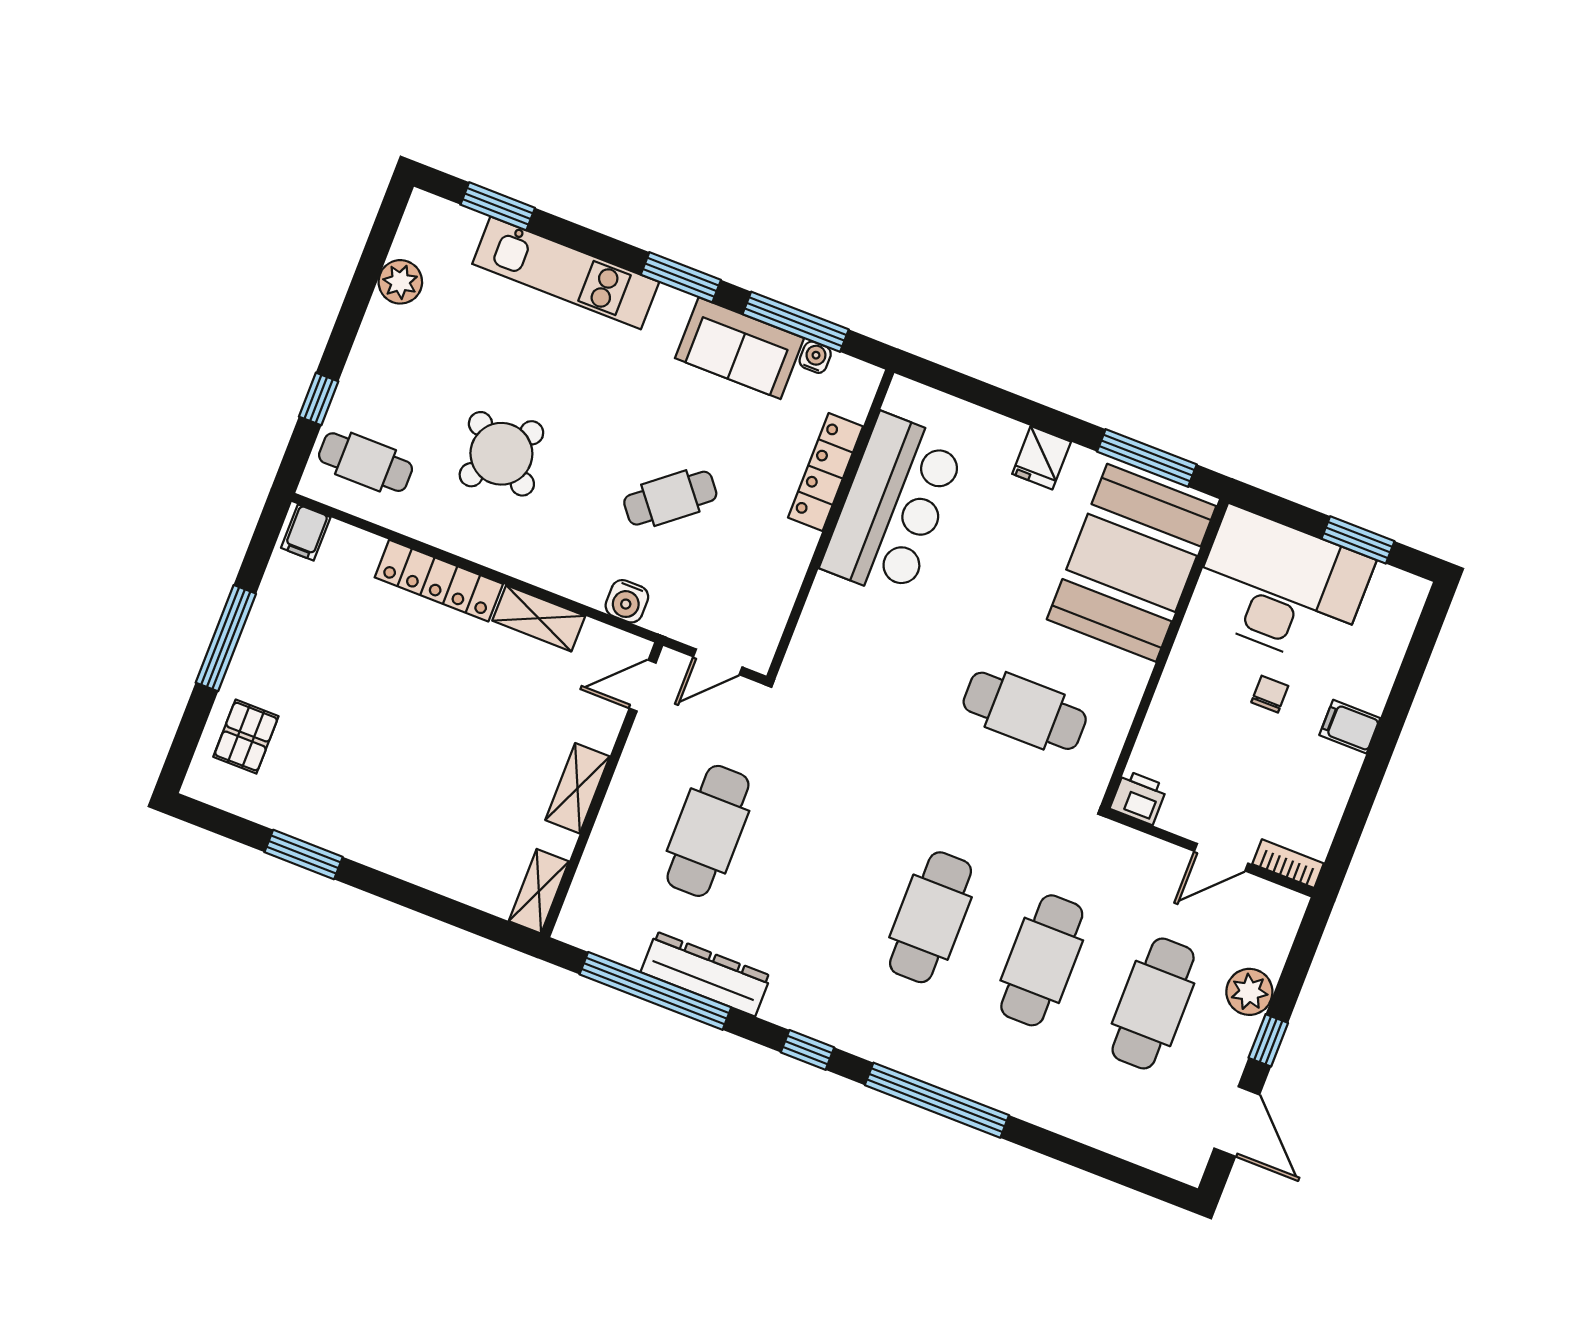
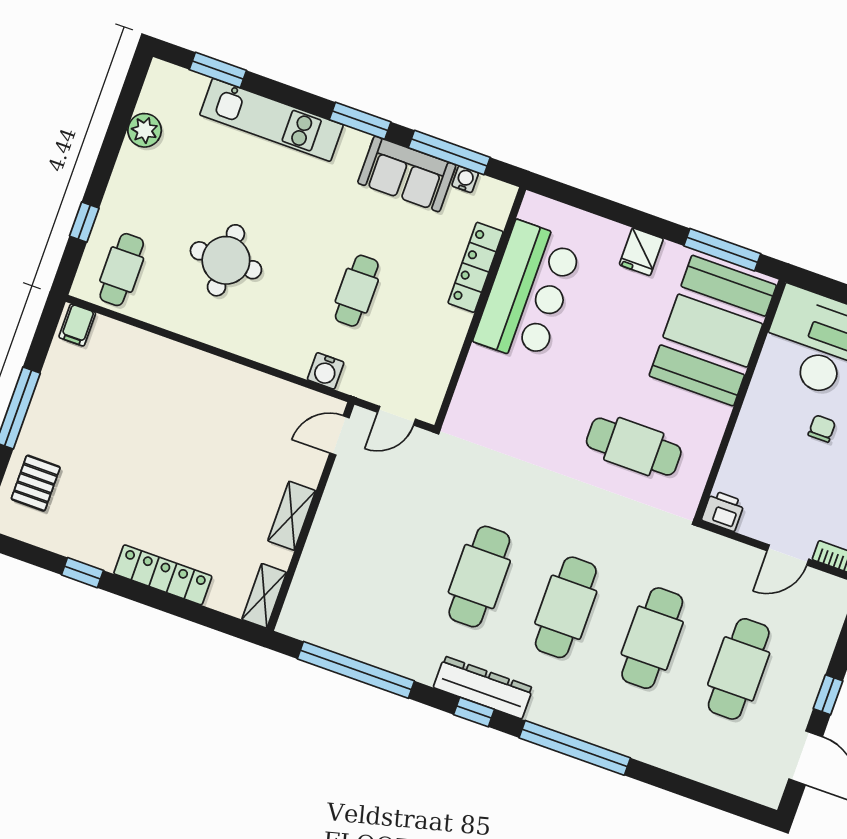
round table: (501, 454) -> (226, 260), turned -34
cafe table: (366, 462) -> (122, 270), turned 90
cafe table: (670, 498) -> (357, 291), turned -51
locker: (439, 581) -> (163, 575), moved, turned 180
shelving: (539, 618) -> (258, 386), removed
cafe table: (708, 831) -> (479, 577), moved
window: (304, 854) -> (82, 573), width x0.67
dresser: (706, 974) -> (483, 687), moved
plant: (1249, 992) -> (813, 658), removed

